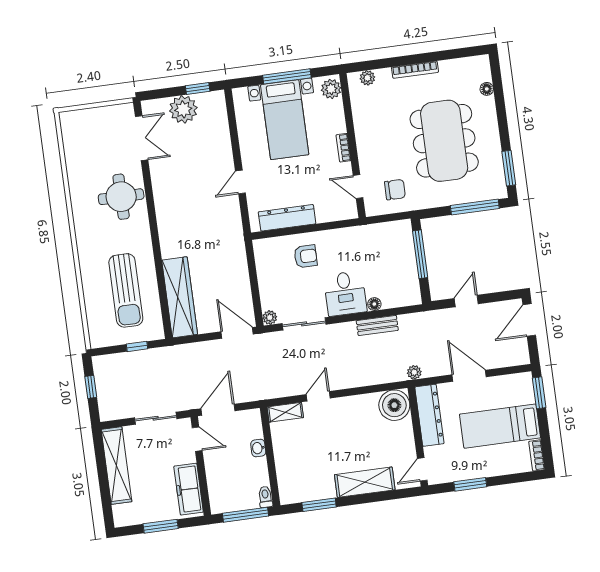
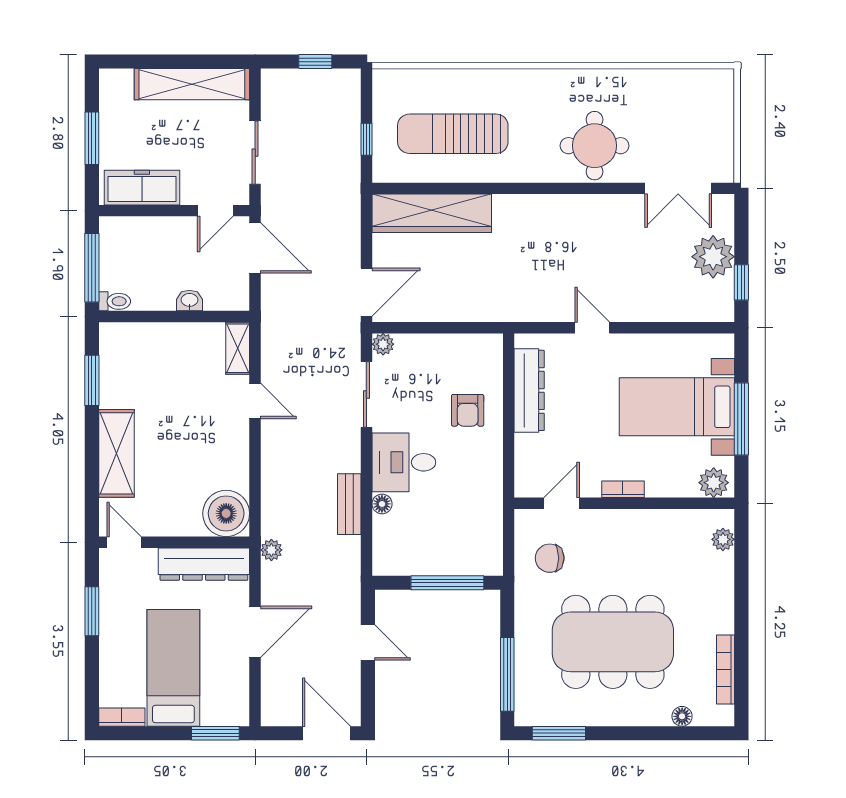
bookcase: (415, 70) -> (726, 669), moved
chair: (395, 190) -> (550, 558), turned 90

